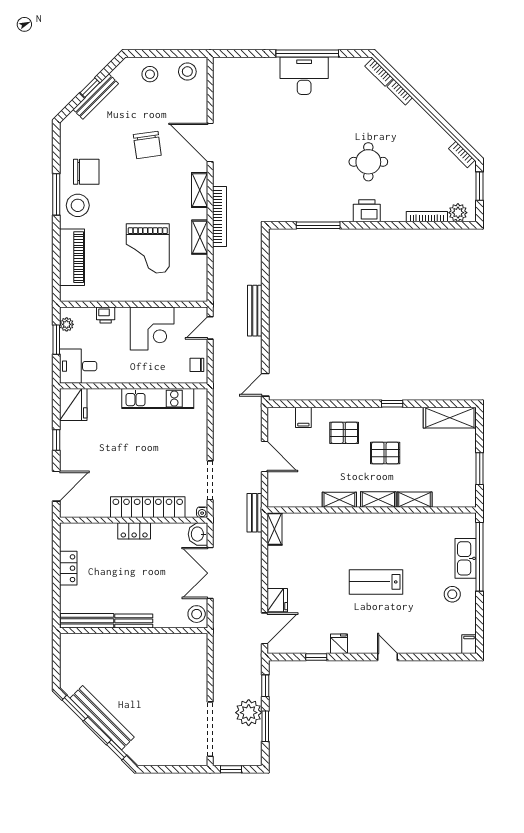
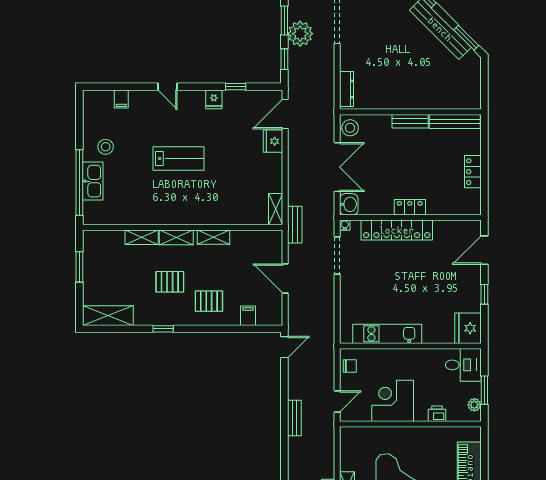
bench: (255, 311) -> (294, 418), width x0.73
filing cabinet: (469, 644) -> (121, 99), moved
dresser: (200, 655) -> (347, 89), added

